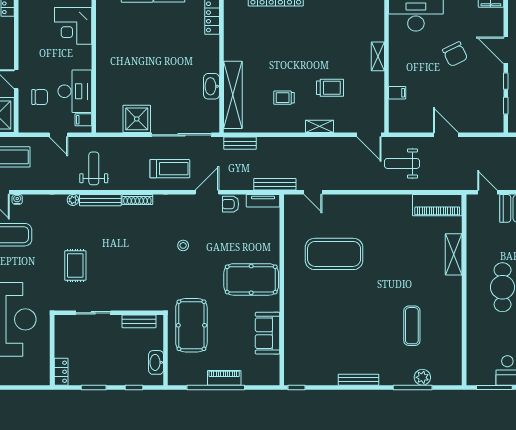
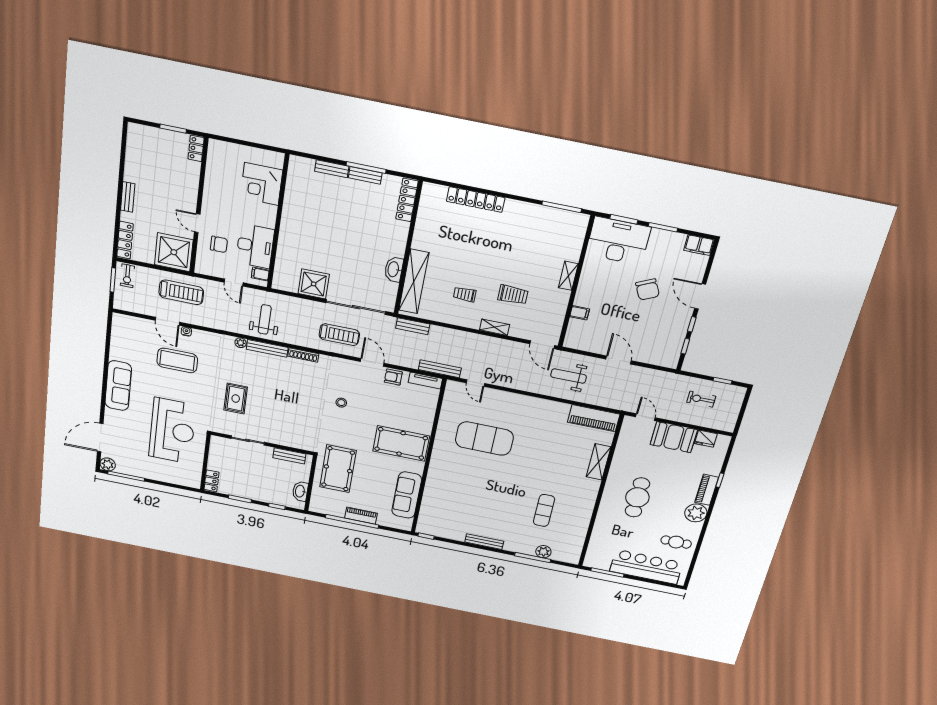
door: (207, 192) -> (372, 362), hinge flipped
sofa: (268, 333) -> (407, 495), width x1.36

